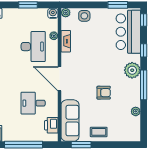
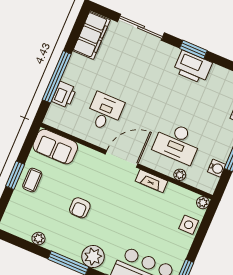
water cooler: (53, 13) -> (217, 168), moved
fireplace: (66, 41) -> (151, 181), moved
sofa: (70, 121) -> (55, 147), width x0.73
printer: (51, 125) -> (64, 95), moved, turned 90
window: (81, 145) -> (15, 175), moved

